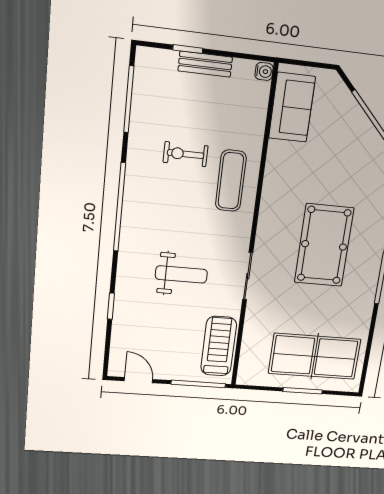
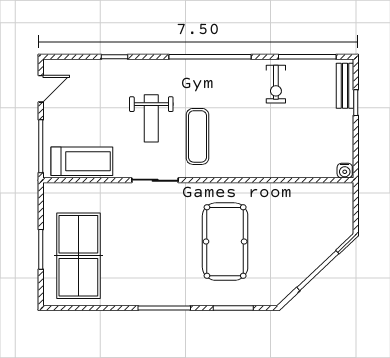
bench: (205, 64) -> (345, 86), moved
sofa: (292, 107) -> (316, 199), removed
exercise bike: (186, 154) -> (276, 84), moved, turned 180
exercise mat: (231, 181) -> (197, 136), moved, turned 90
pool table: (324, 245) -> (225, 242), moved, turned 90

